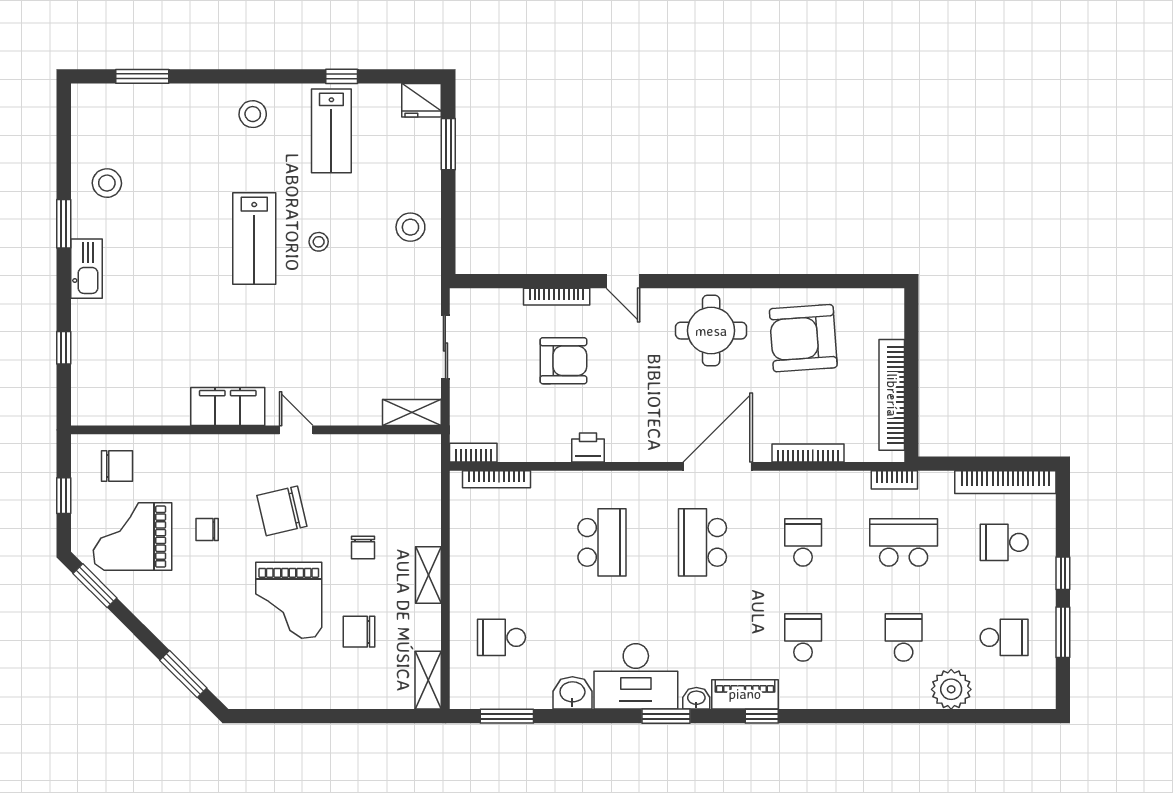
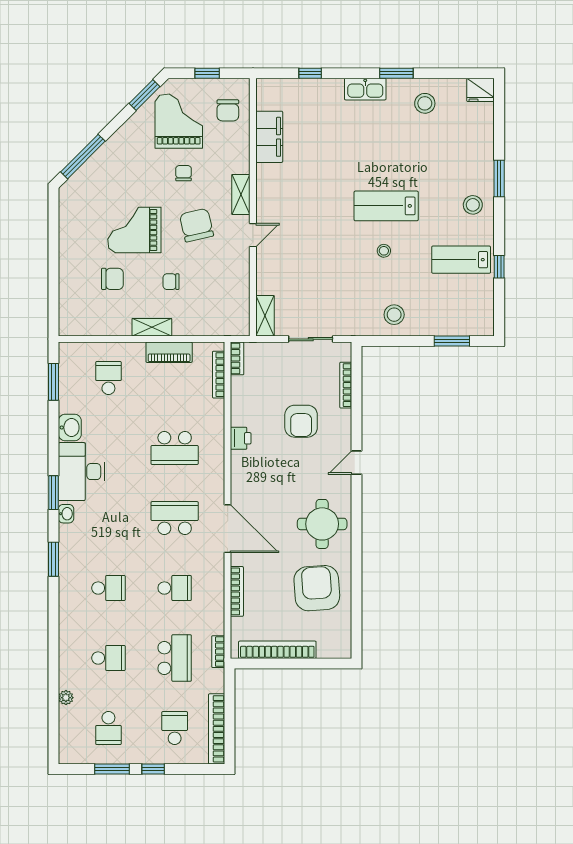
window: (142, 76) -> (499, 179), moved
fridge: (422, 100) -> (481, 90), moved, turned -90
bookcase: (557, 297) -> (346, 385), moved
filing cabinet: (228, 407) -> (269, 137), moved
chair: (359, 632) -> (112, 279), turned 90
window: (183, 674) -> (83, 157), width x1.44
shelving: (428, 680) -> (241, 195), moved, turned 90
plant: (951, 689) -> (66, 698), width x0.53, depth x0.53
piano: (745, 694) -> (169, 352), moved, turned 90
window: (762, 716) -> (54, 559), width x1.50

